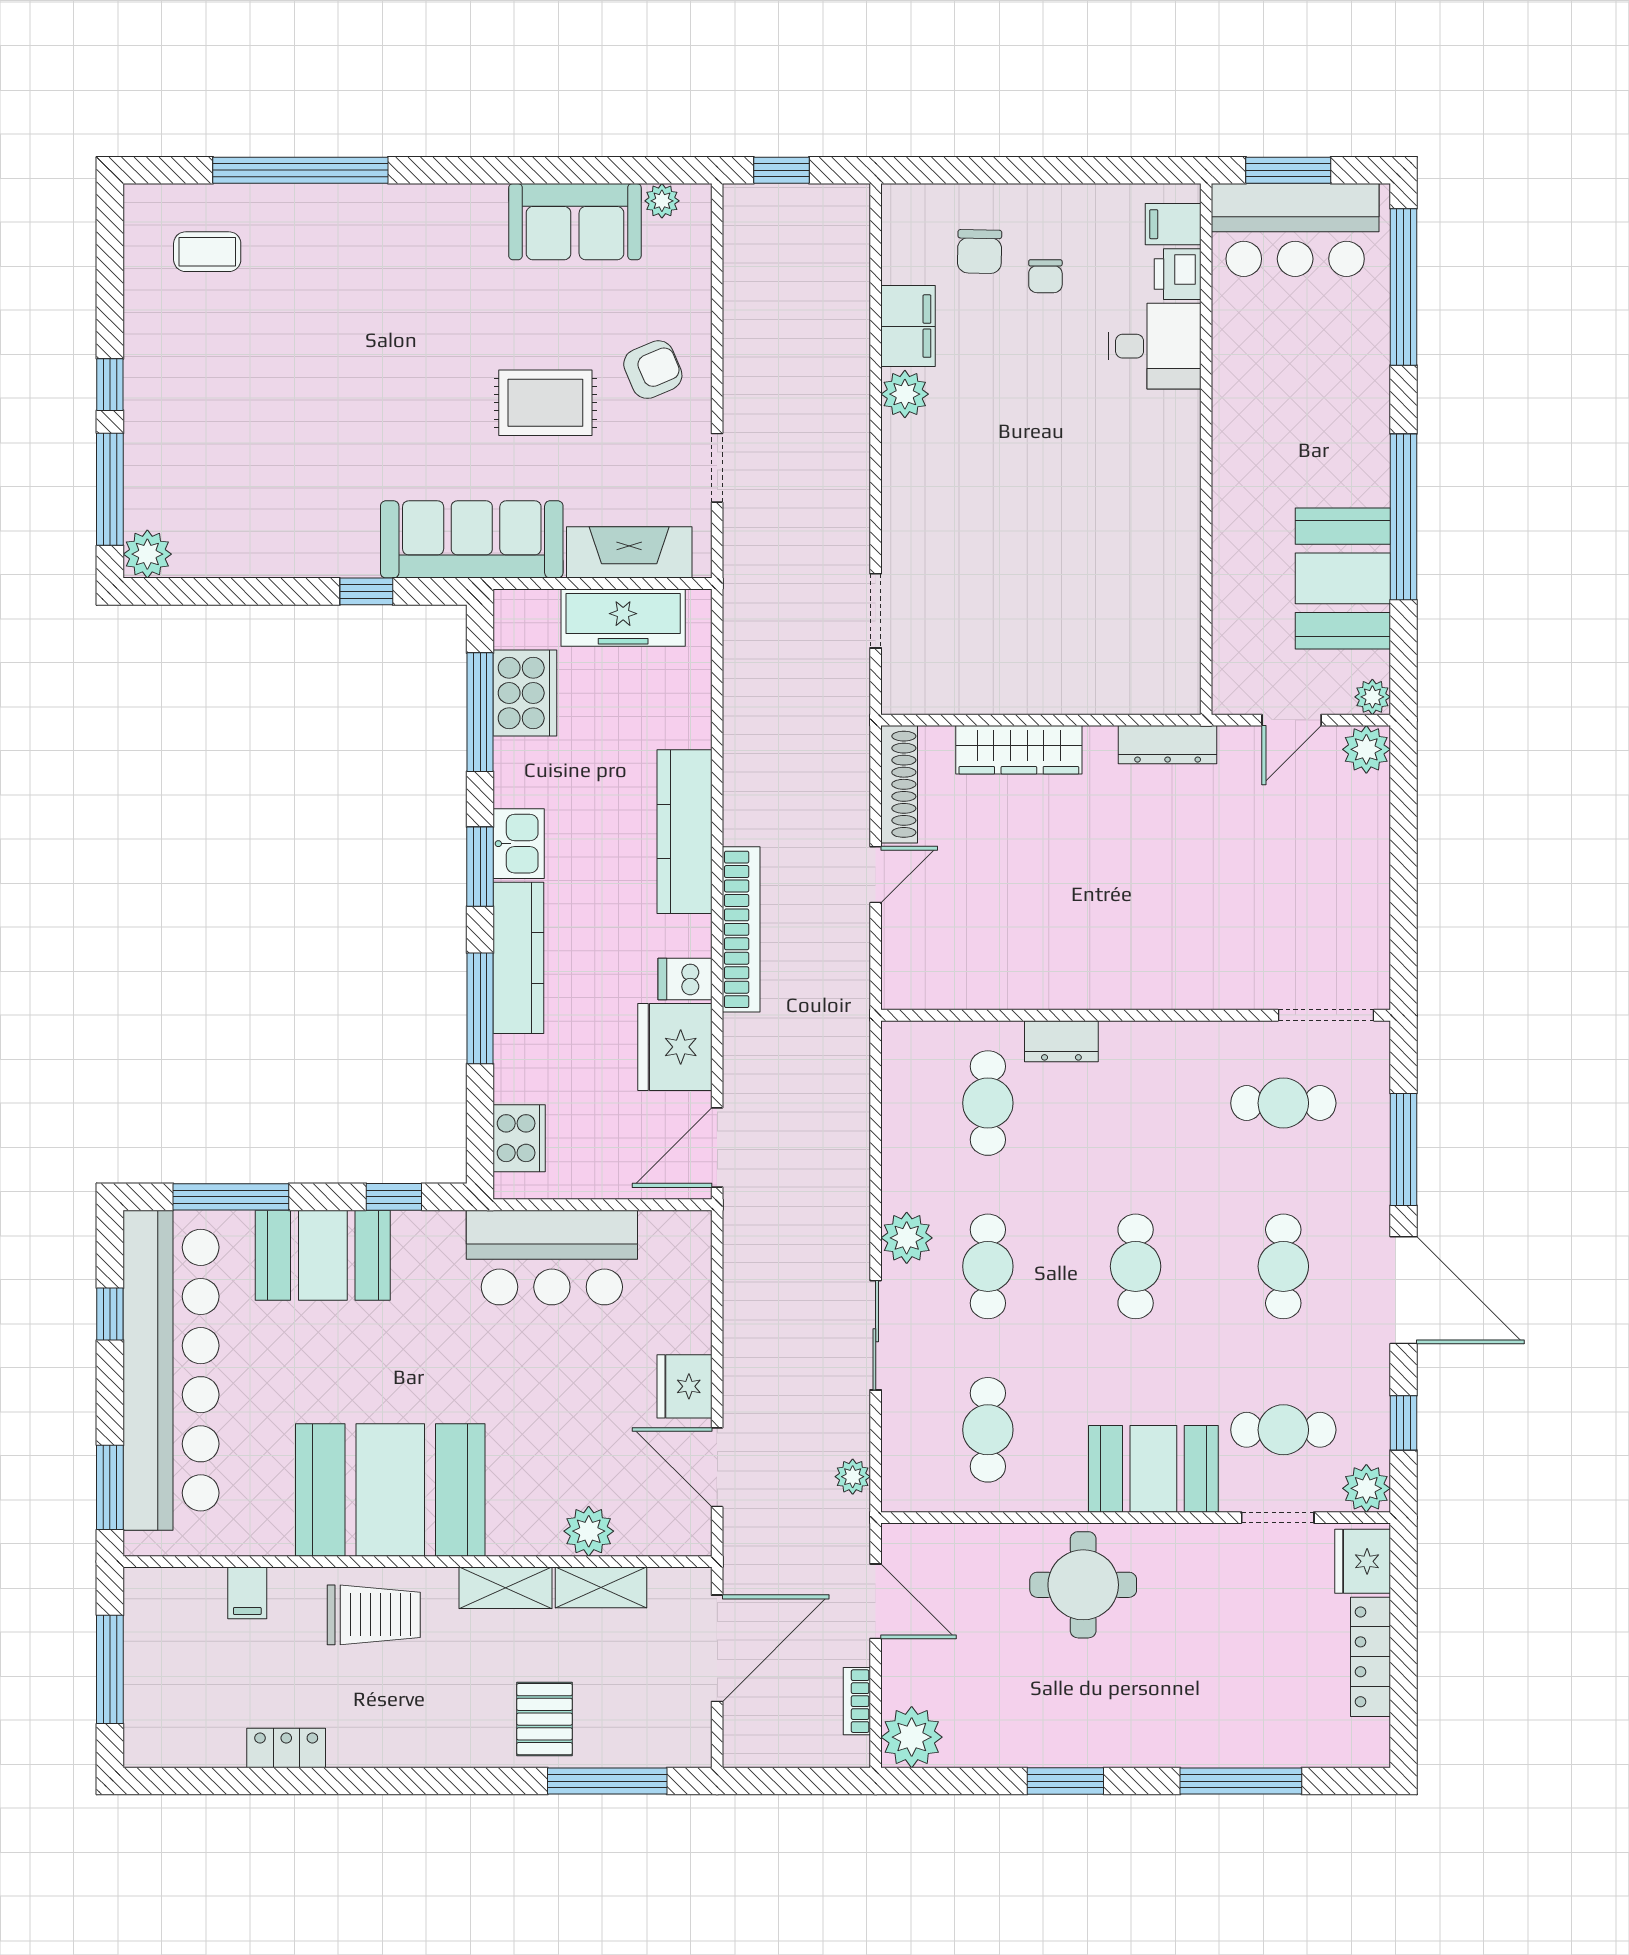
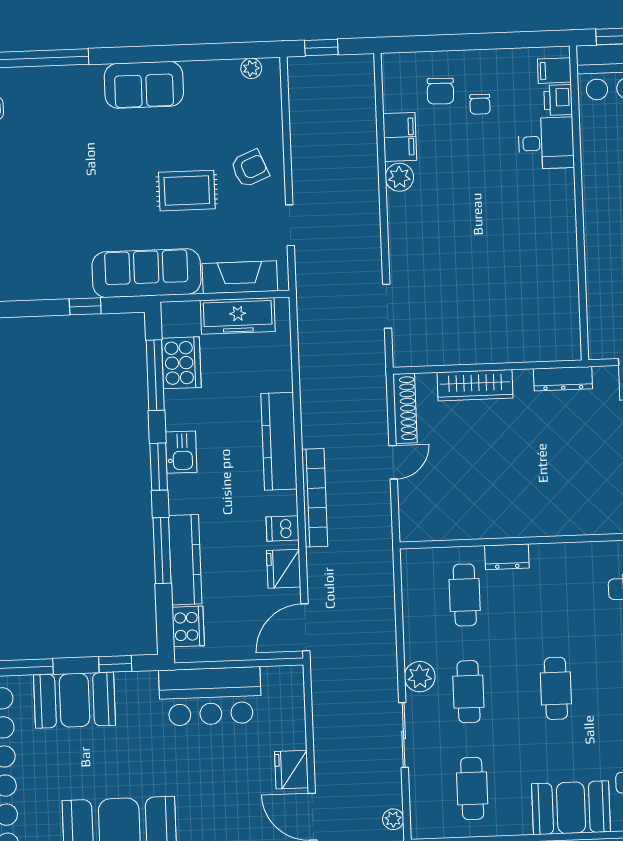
sofa: (575, 222) -> (144, 85), moved
kitchen counter: (518, 958) -> (185, 560), moved
fridge: (675, 1047) -> (284, 569), width x0.73, depth x0.75

